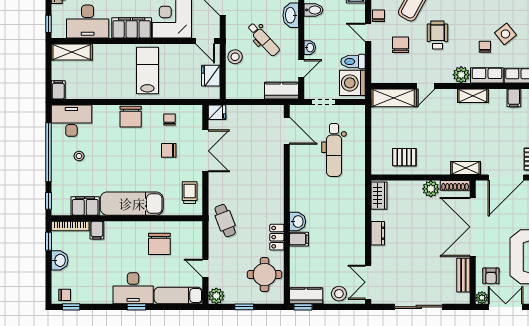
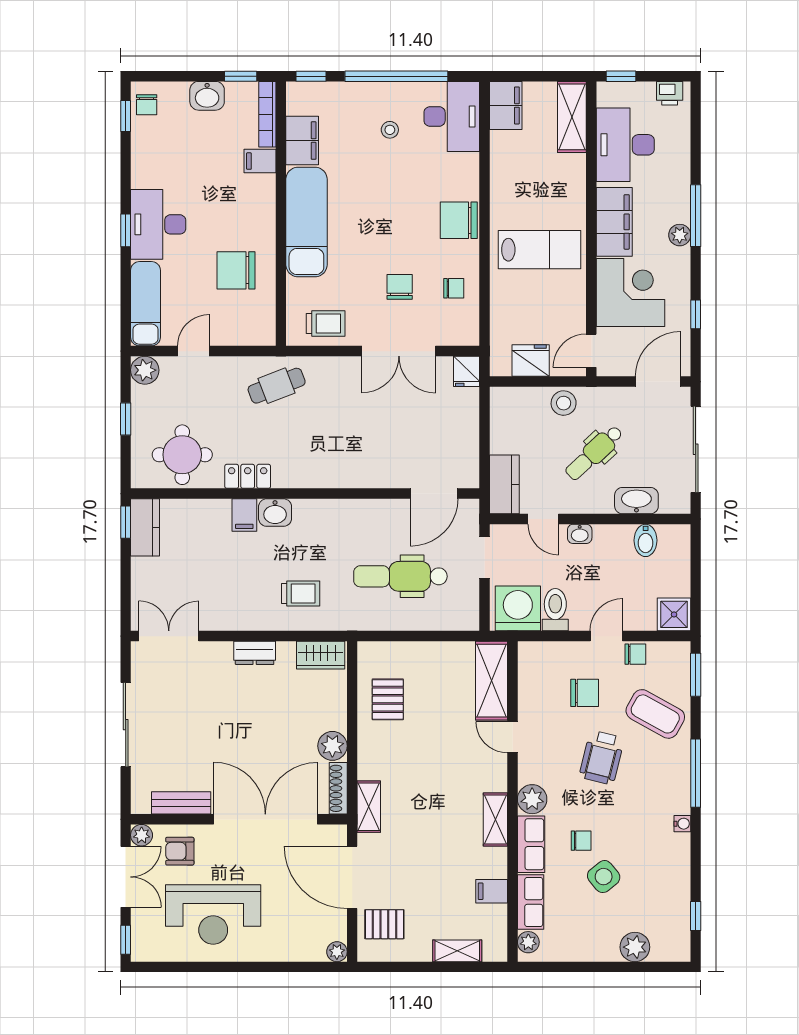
wheelchair: (437, 35) -> (602, 758), turned 104
filing cabinet: (58, 90) -> (506, 105), width x2.00
trolley: (344, 207) -> (301, 593), added
stool: (339, 294) -> (149, 585), removed

